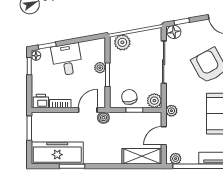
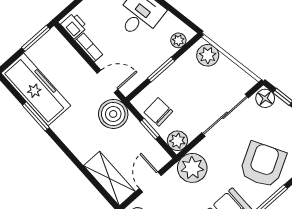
plant: (100, 68) -> (178, 40), moved
chair: (129, 97) -> (158, 112), turned -85
plant: (171, 111) -> (192, 168), width x1.87, depth x1.87
boiler: (103, 118) -> (113, 114), width x1.86, depth x1.86
door: (164, 136) -> (150, 182), hinge flipped

